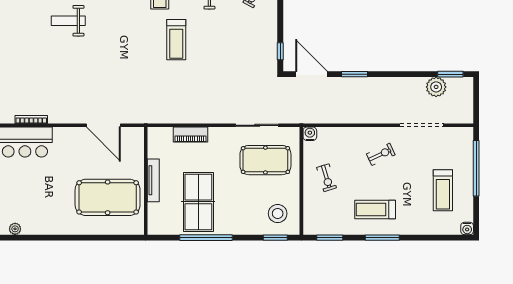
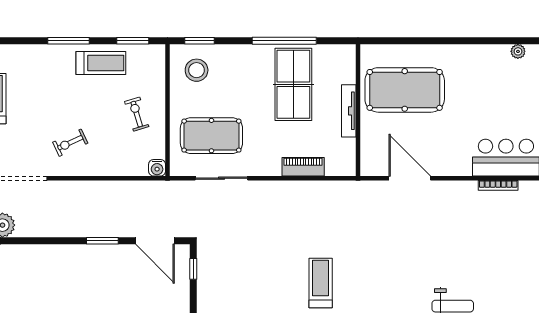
treadmill: (375, 210) -> (101, 63), moved

